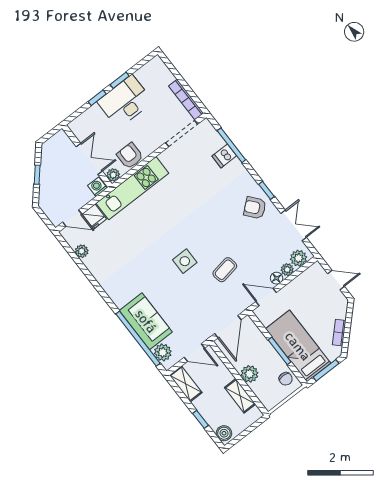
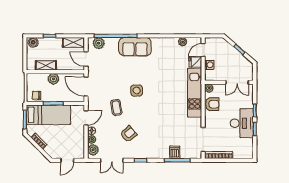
double door: (89, 159) -> (237, 82), moved
washing machine: (97, 187) -> (209, 65), moved
armchair: (255, 208) -> (128, 134), moved
sofa: (146, 321) -> (135, 47), moved
door: (194, 353) -> (86, 59), hinge flipped

